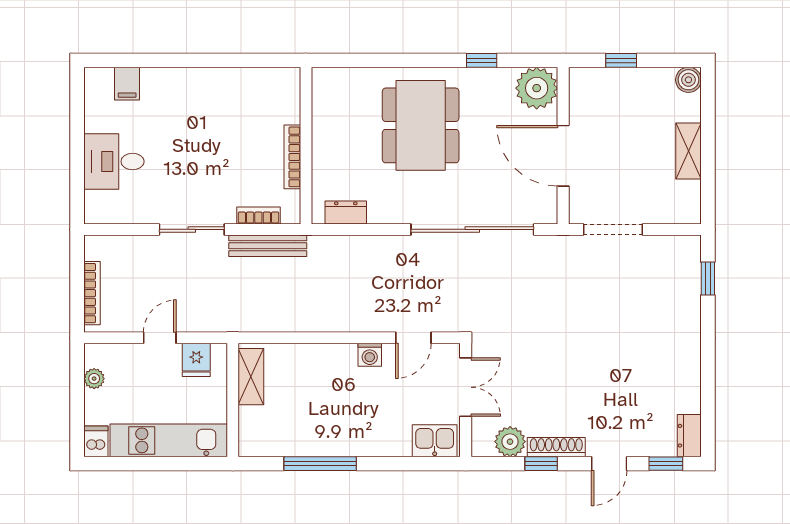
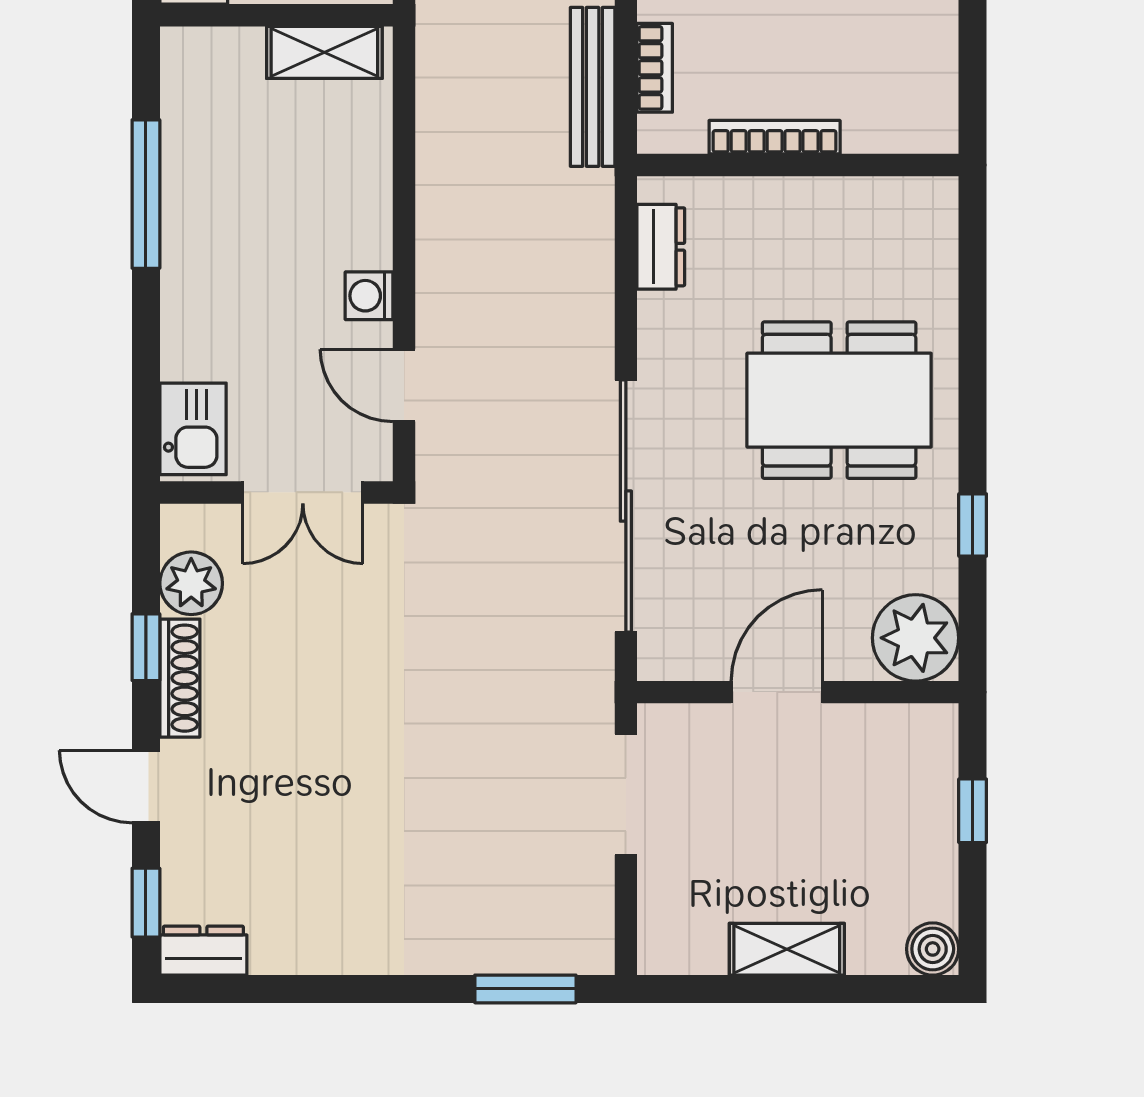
door: (563, 156) -> (777, 692), width x0.73
window: (708, 278) -> (525, 989), width x1.50

